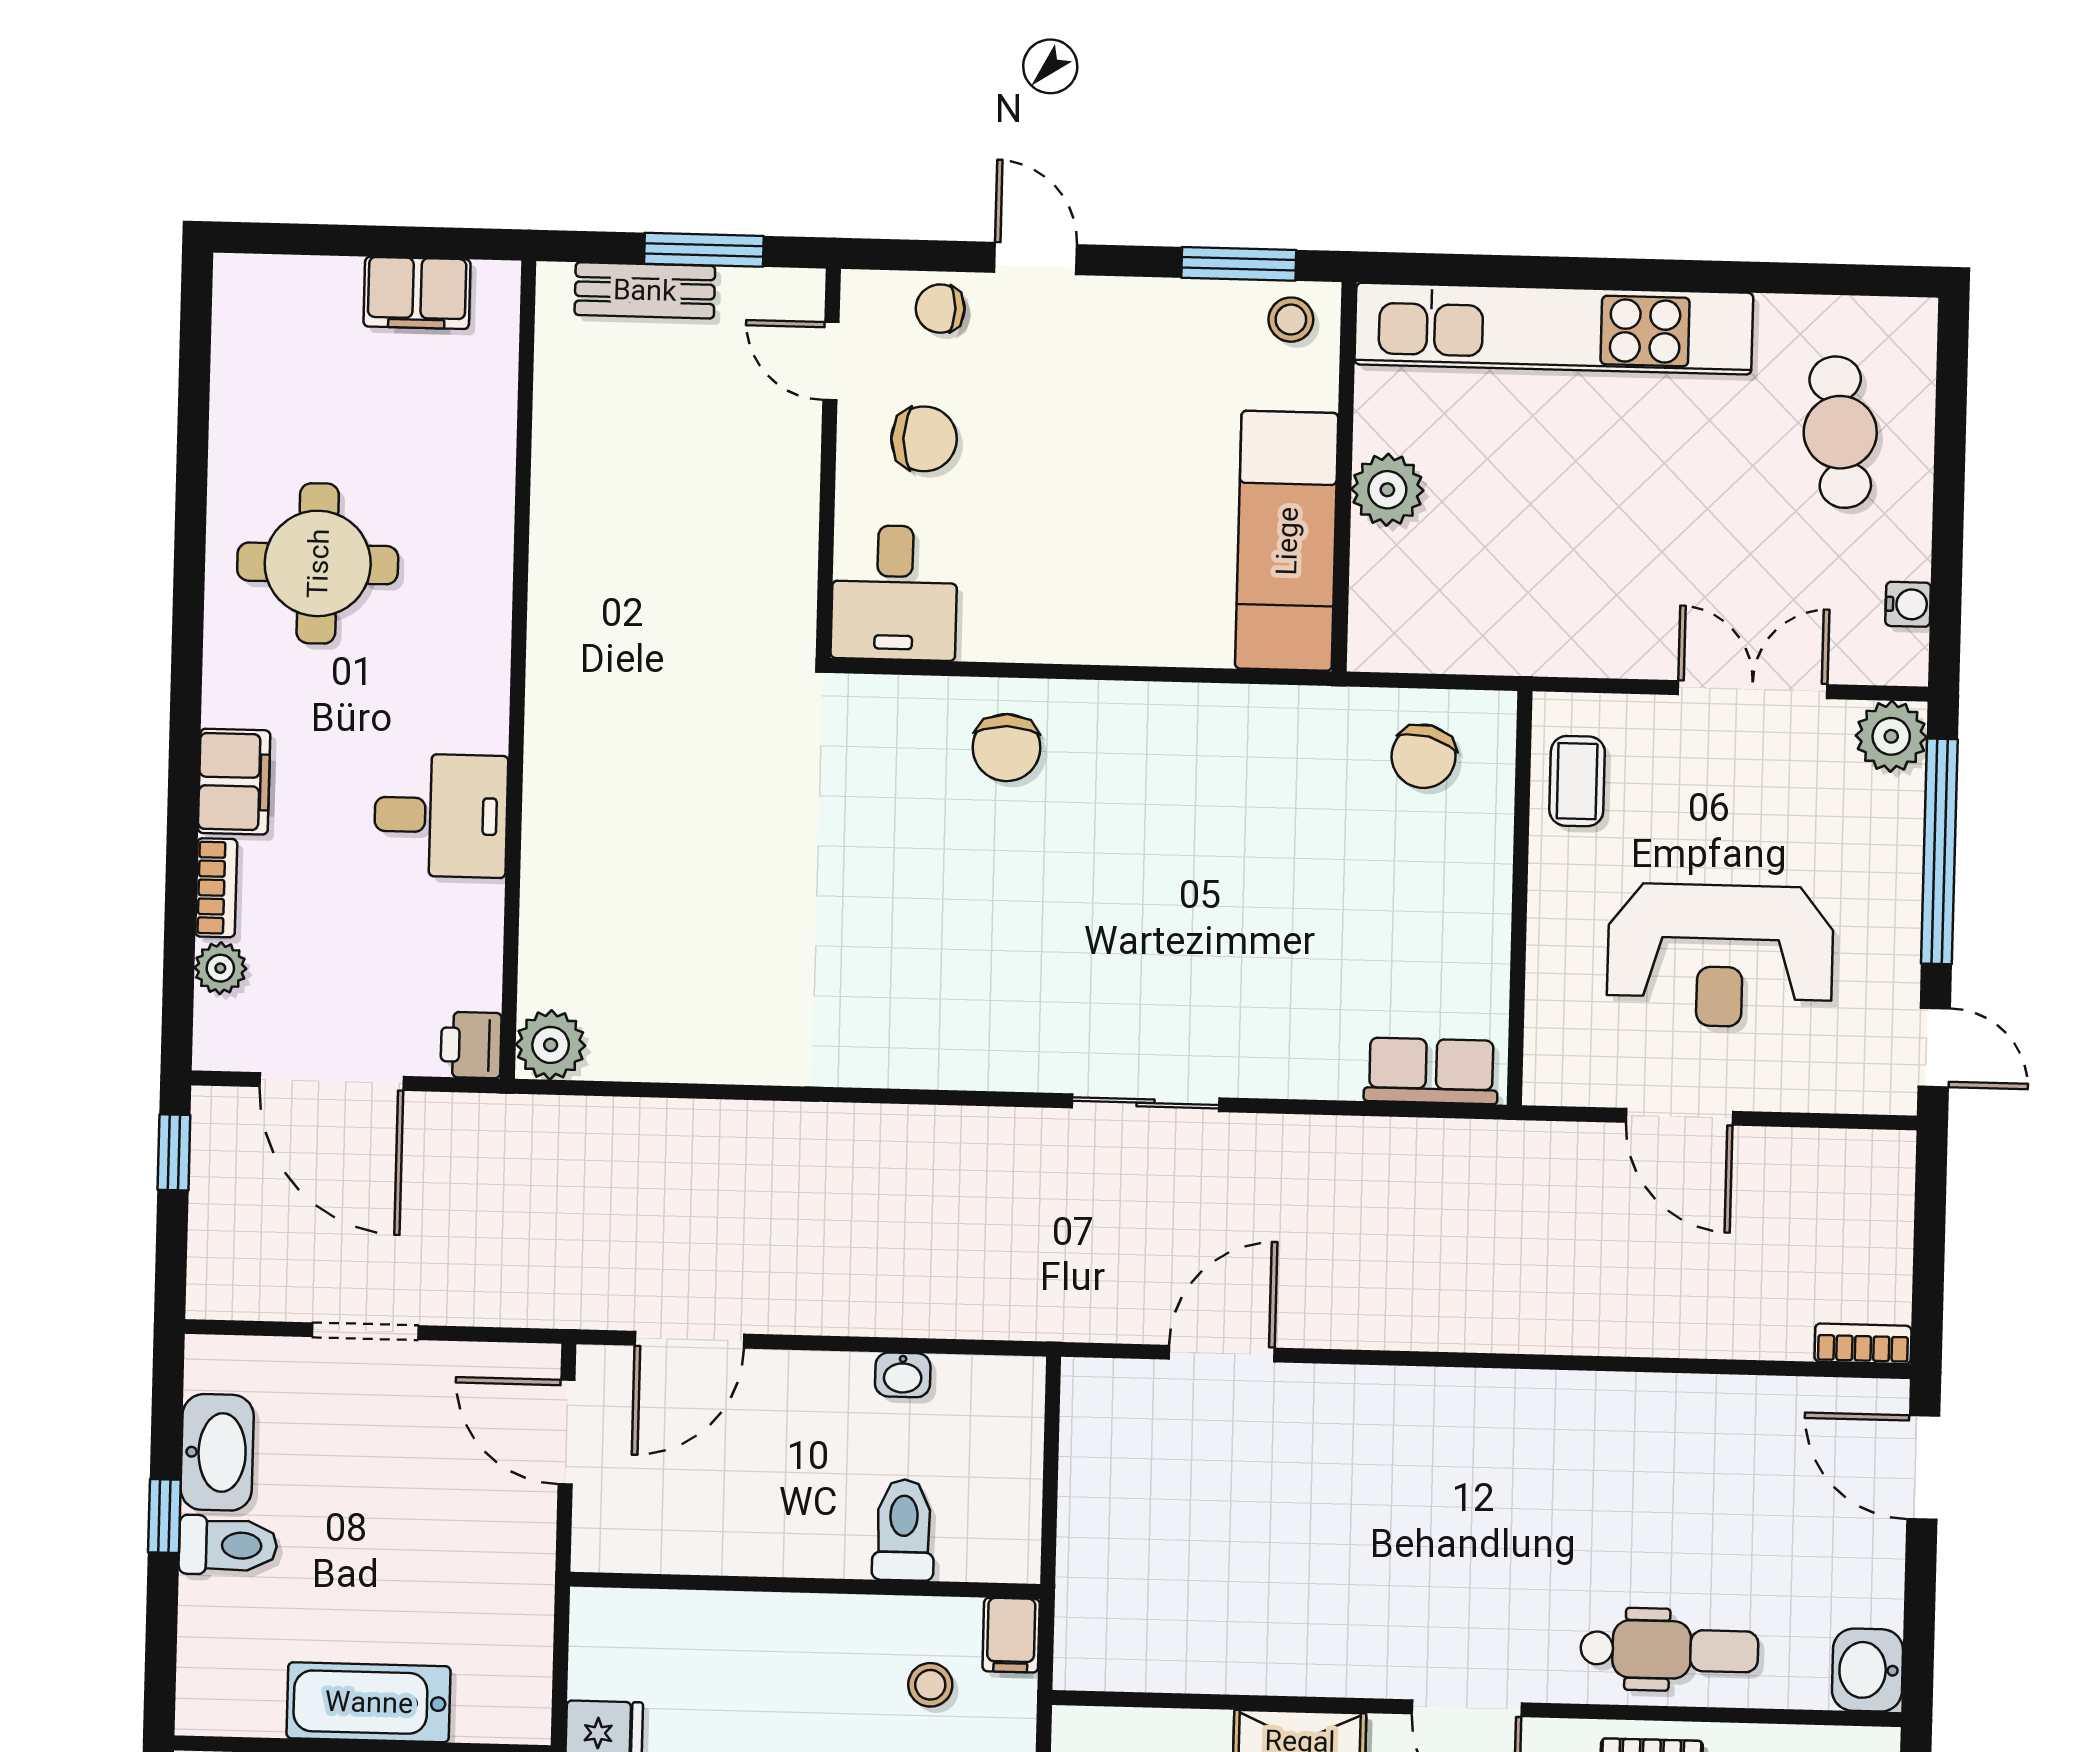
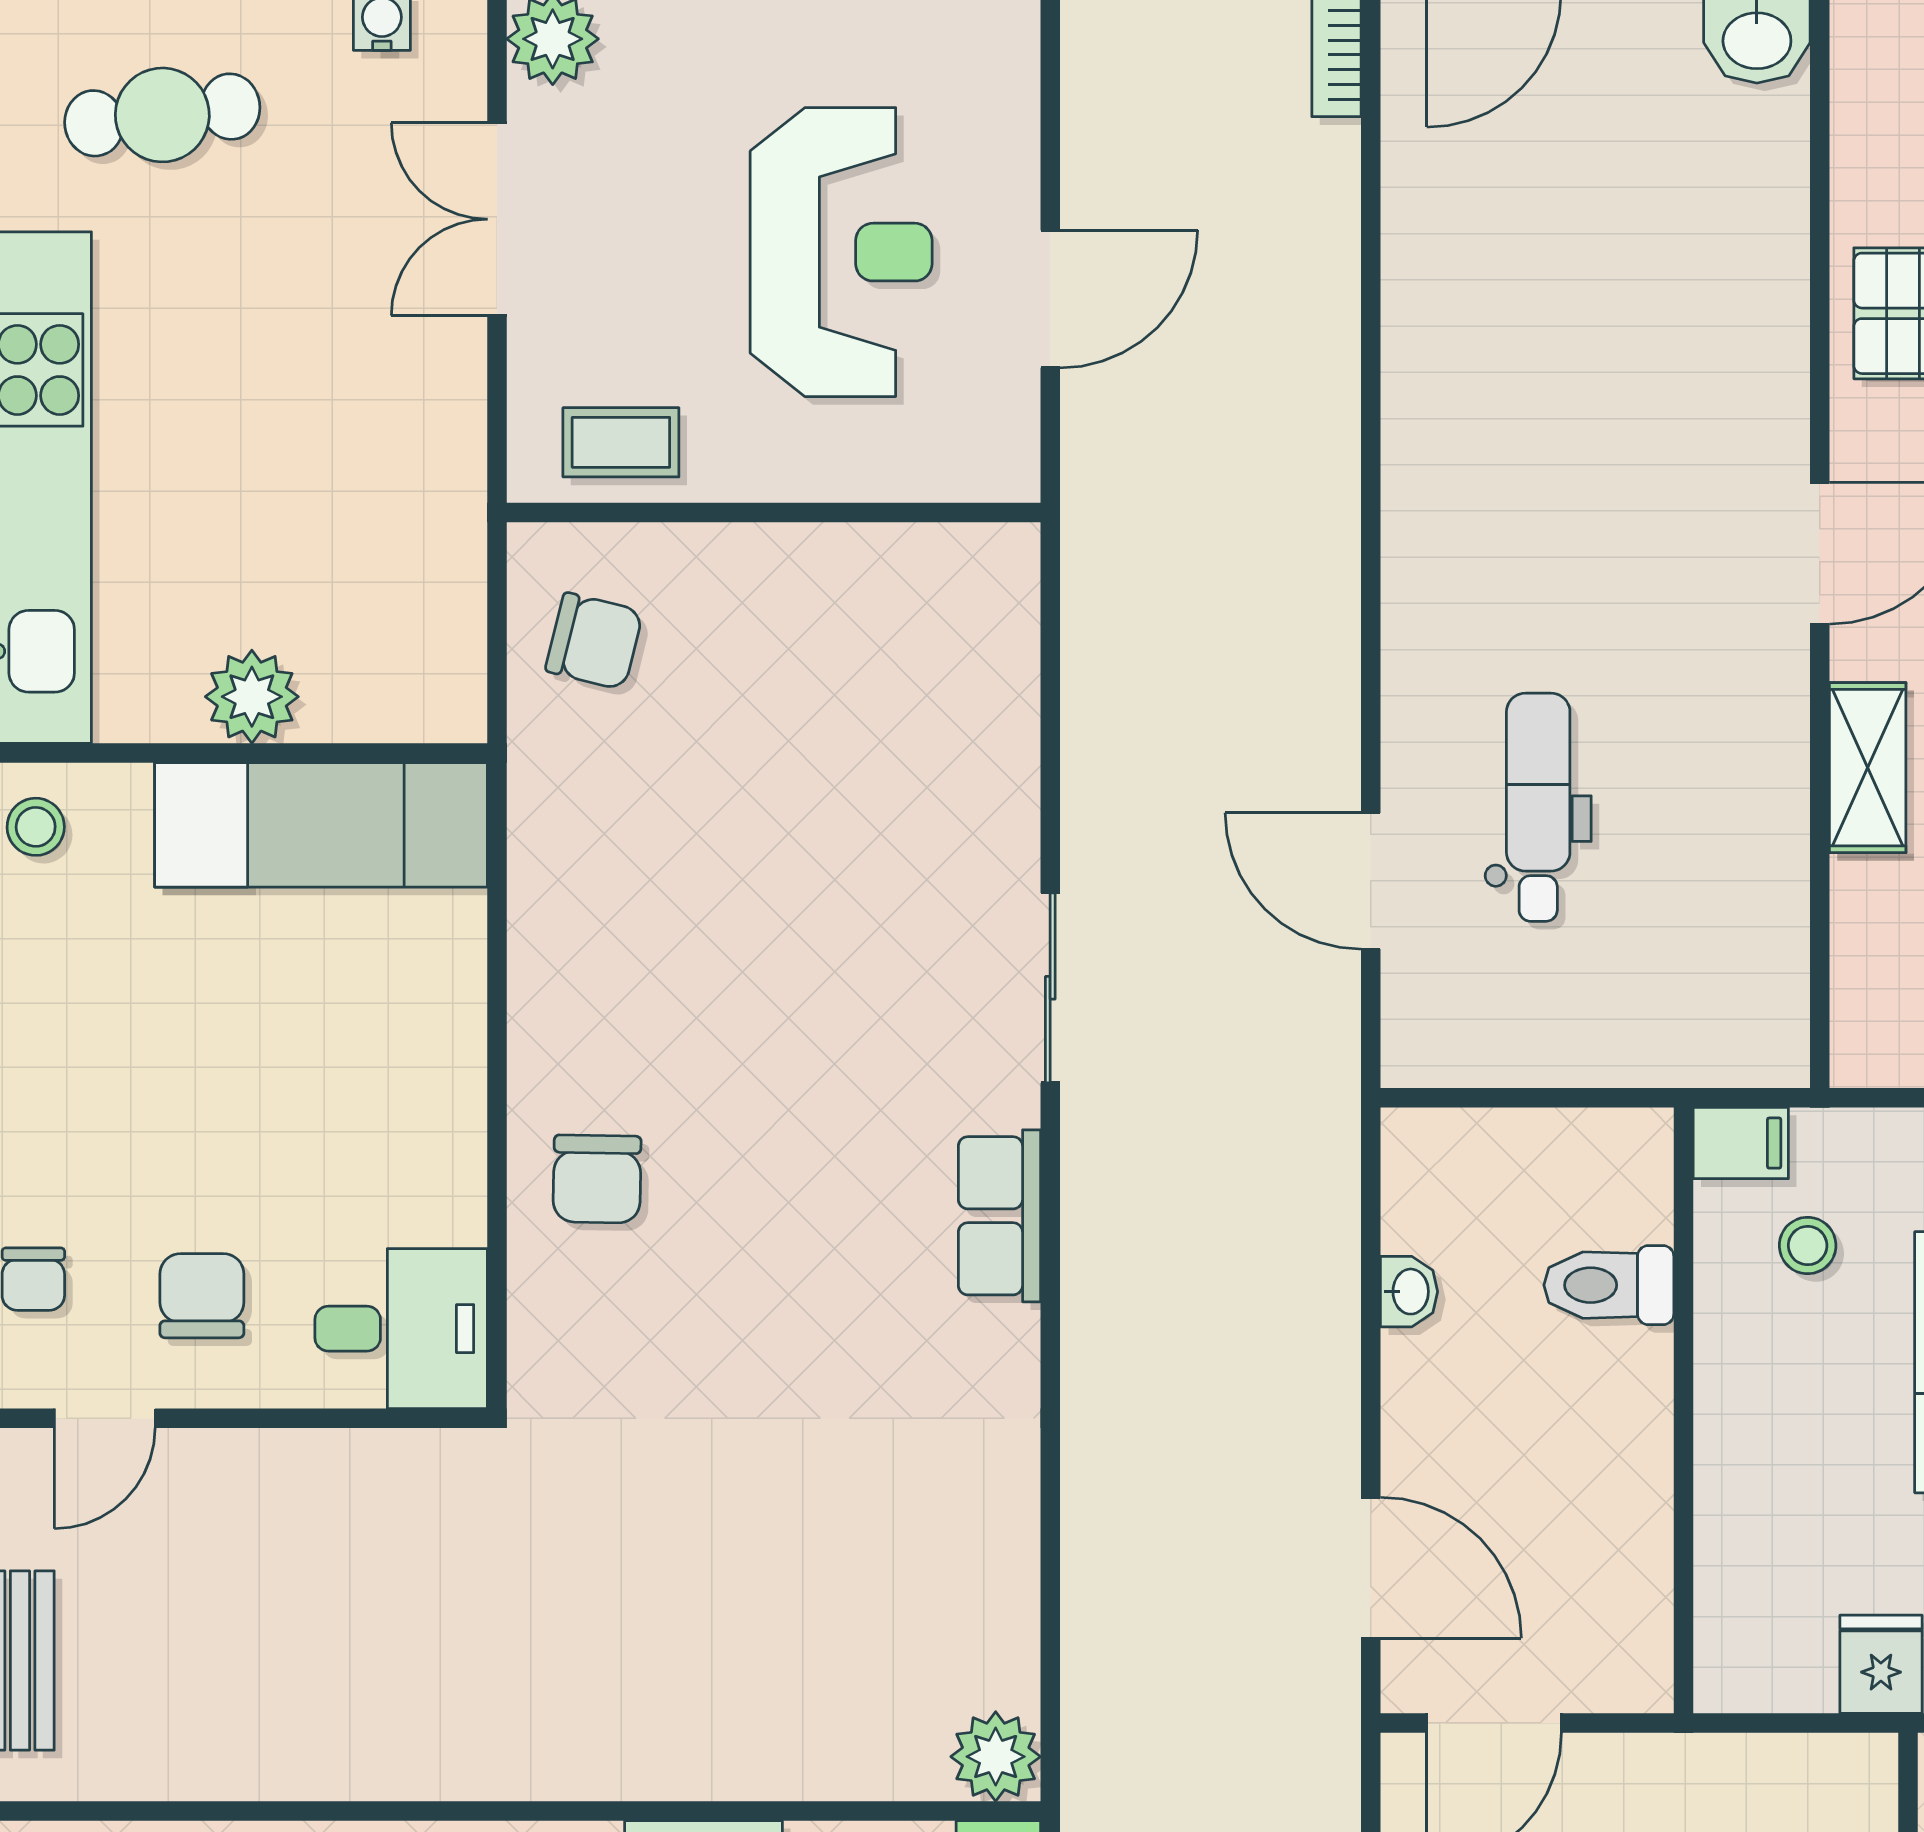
chair: (1006, 748) -> (597, 1179), turned 91
row of seats: (1431, 1071) -> (999, 1216), moved
dental chair: (1669, 1650) -> (1538, 807), moved

